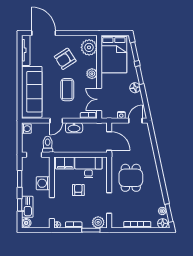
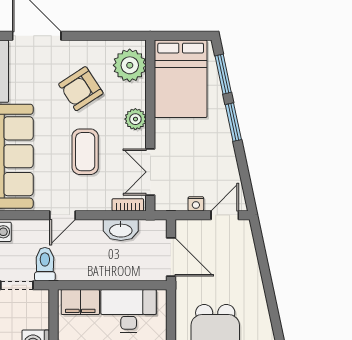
floor lamp: (135, 88) -> (224, 148), removed
washbasin: (74, 128) -> (121, 230), moved

